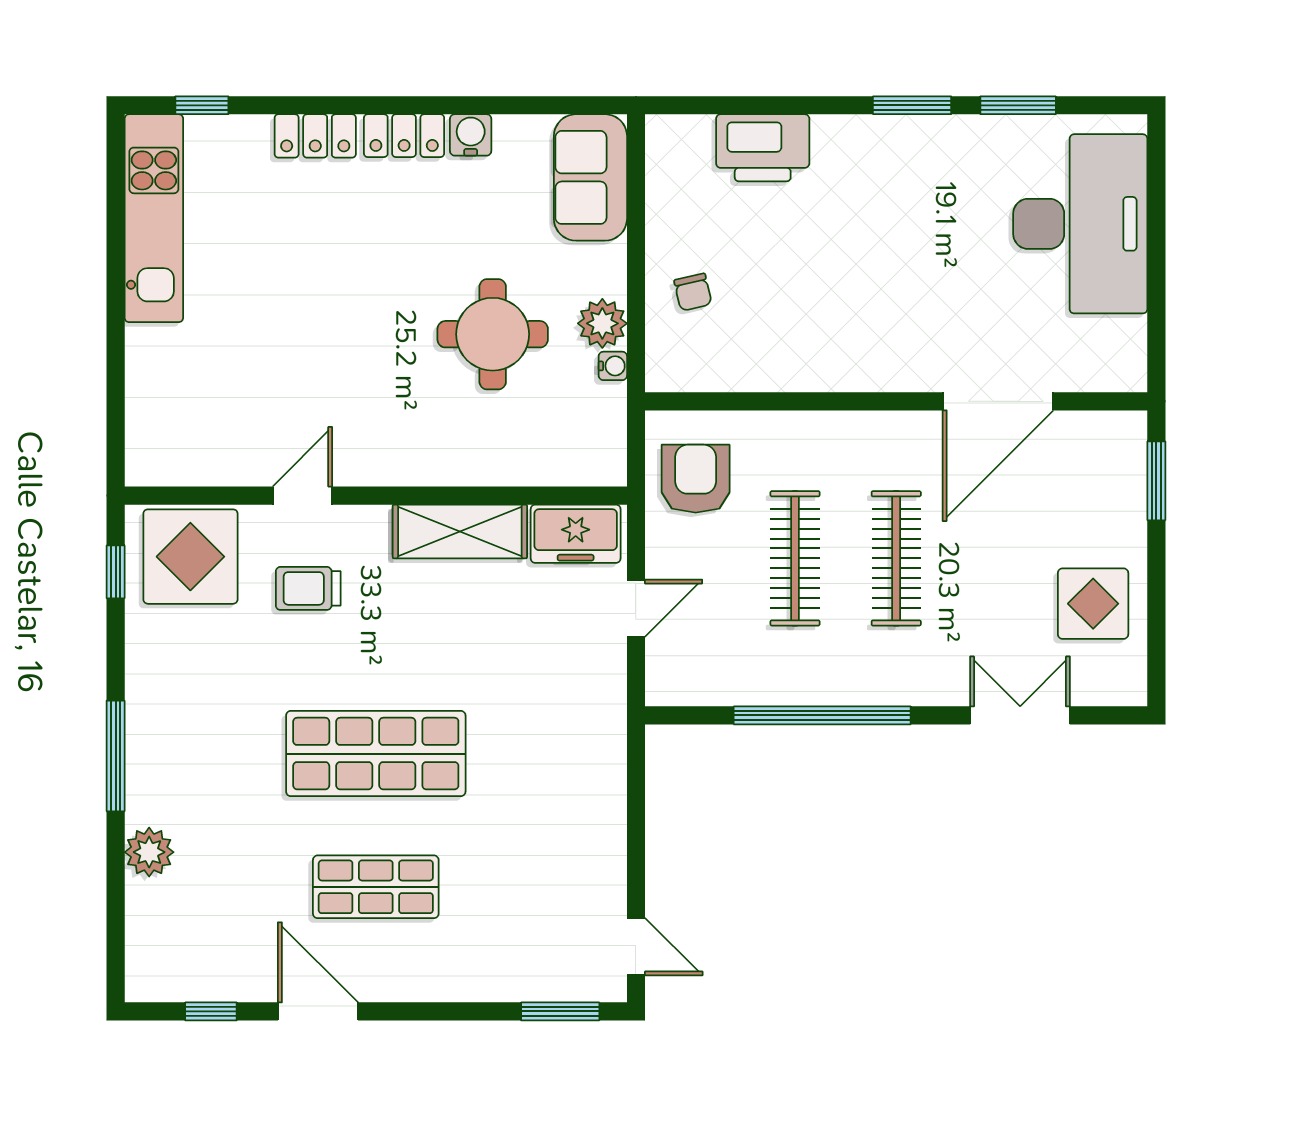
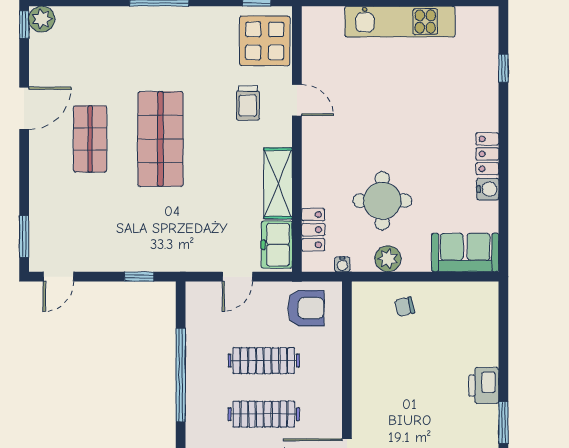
window: (202, 105) -> (503, 68), moved
locker: (315, 136) -> (313, 230), moved, turned 180
printer: (763, 148) -> (484, 385), moved, width x0.73, depth x0.84
kitchen unit: (154, 218) -> (400, 22), moved
water cooler: (613, 366) -> (342, 264), moved
trolley: (308, 588) -> (248, 103), turned 180
door: (636, 608) -> (237, 277), hinge flipped
window: (636, 794) -> (139, 277), added
plant: (149, 852) -> (42, 19), moved
window: (211, 1011) -> (24, 25), moved

